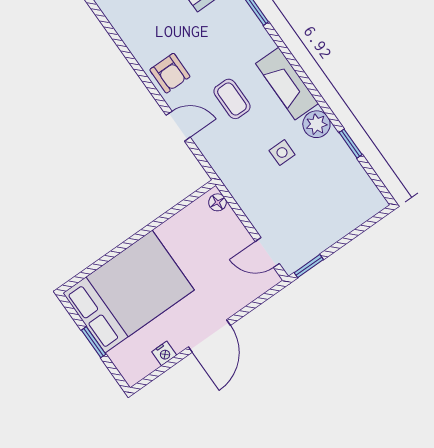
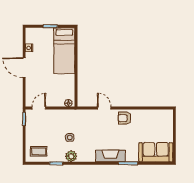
fireplace: (287, 84) -> (110, 156), moved
coffee table: (232, 99) -> (39, 151), moved
door: (178, 126) -> (104, 108), swing flipped
bed: (129, 292) -> (64, 51), width x0.67

